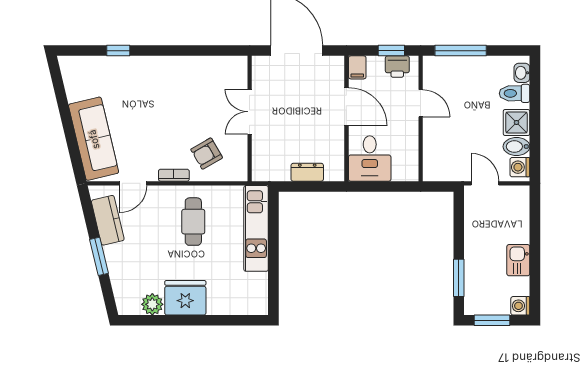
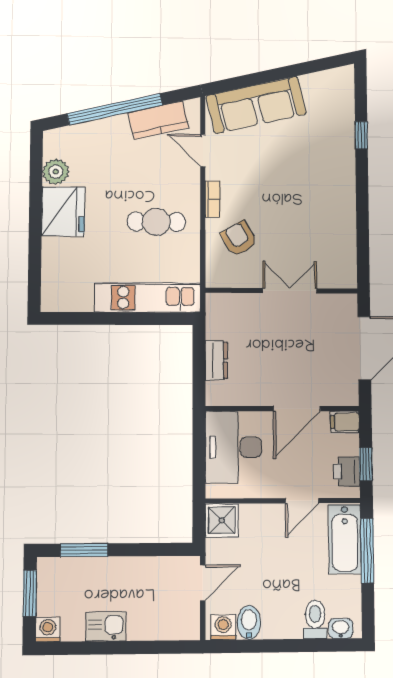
bathtub: (451, 69) -> (345, 539), added
shower: (517, 122) -> (222, 520), moved
desk: (370, 159) -> (233, 447), width x1.37
window: (99, 256) -> (115, 109), width x2.11

